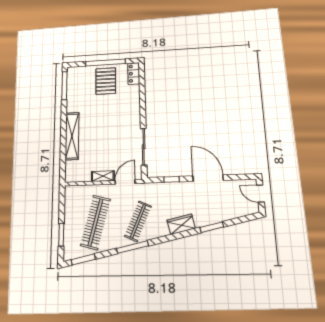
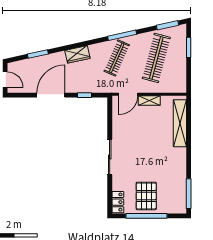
shelving: (72, 136) -> (180, 123), moved
sliding door: (144, 147) -> (110, 157), moved
door: (208, 178) -> (51, 95), swing flipped
window: (212, 227) -> (38, 54), moved

